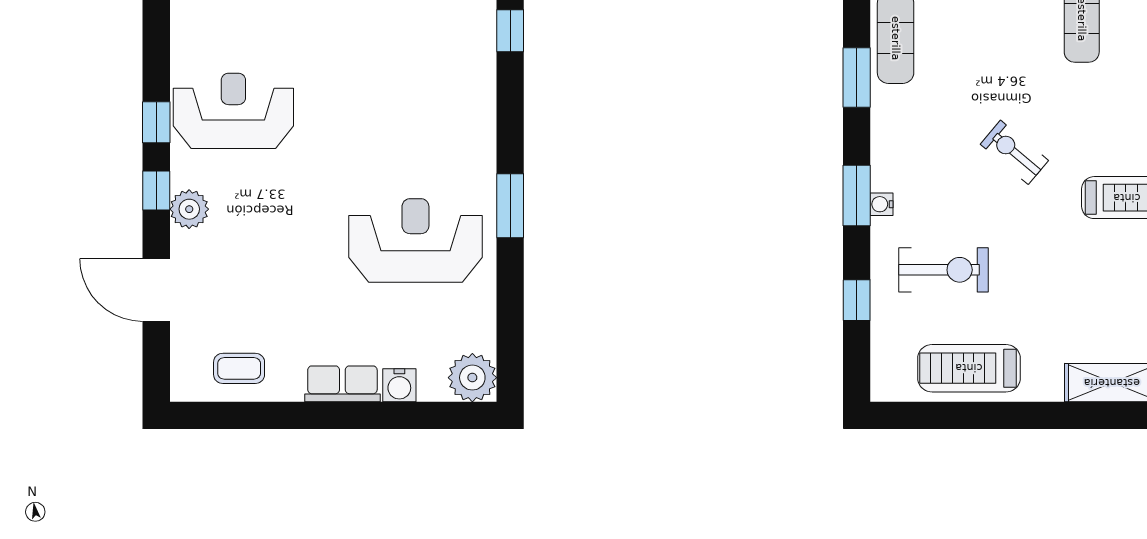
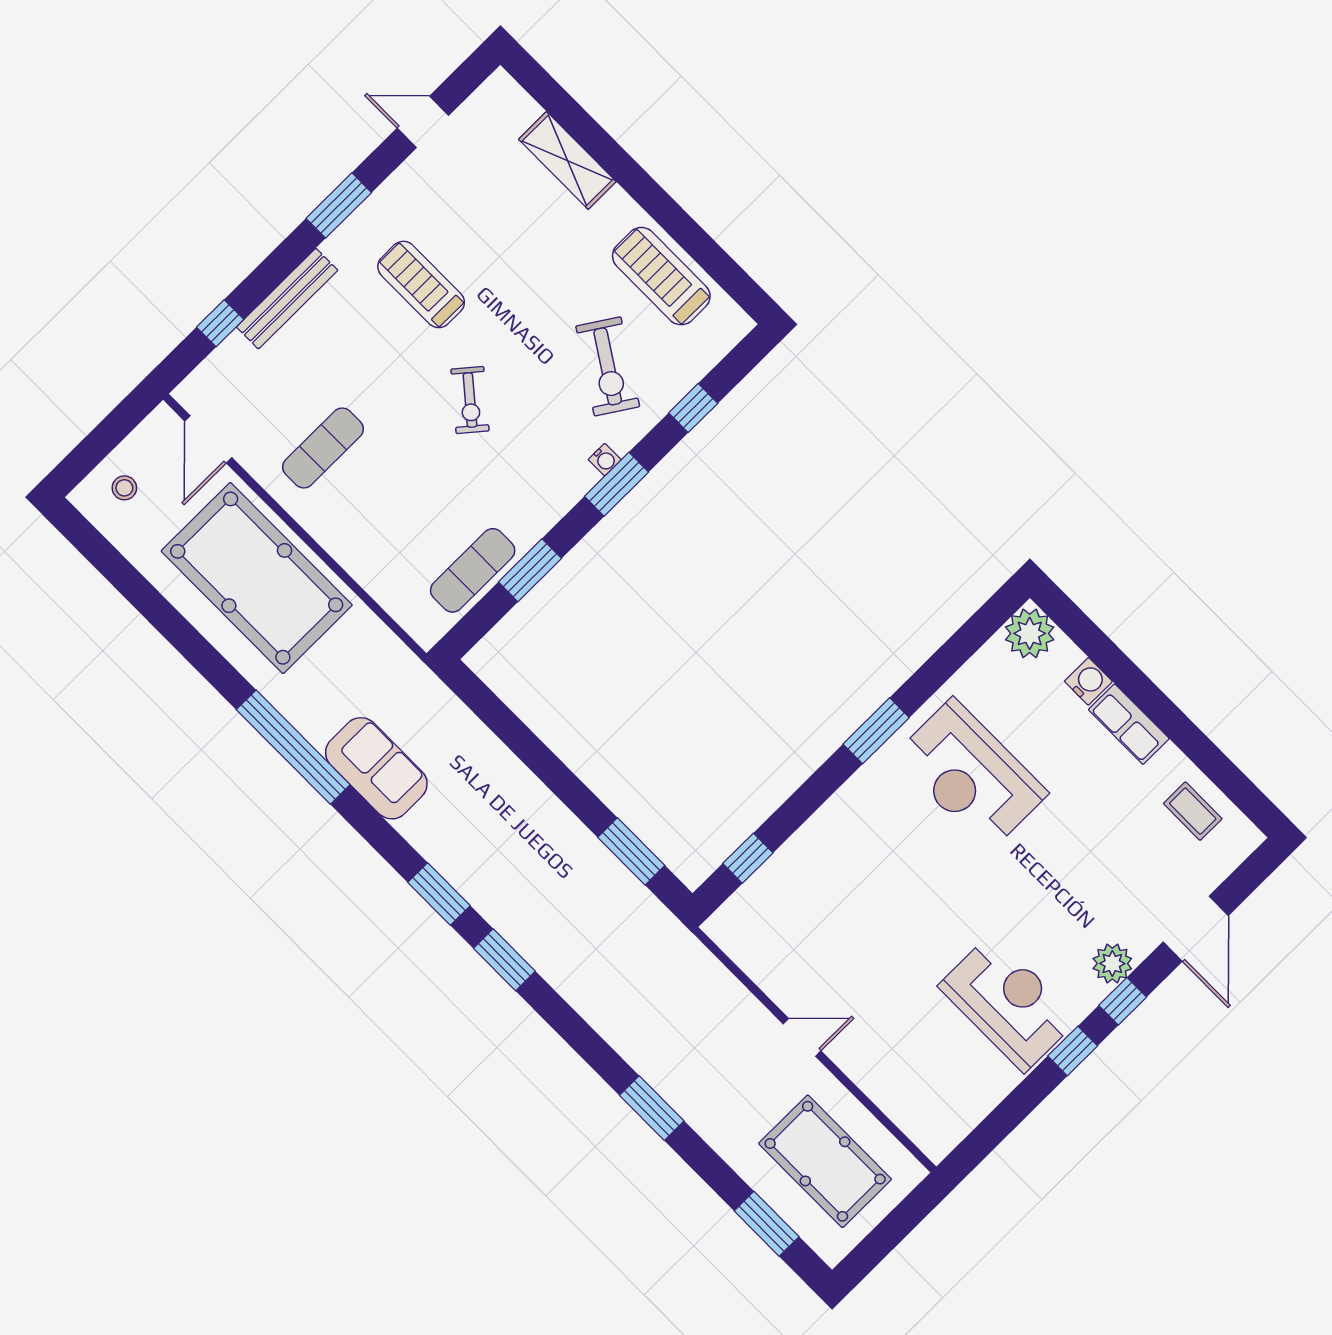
reception desk: (233, 111) -> (1008, 1003), turned 180
exercise bike: (944, 270) -> (608, 366), turned -147
treadmill: (969, 368) -> (661, 276), turned 180

